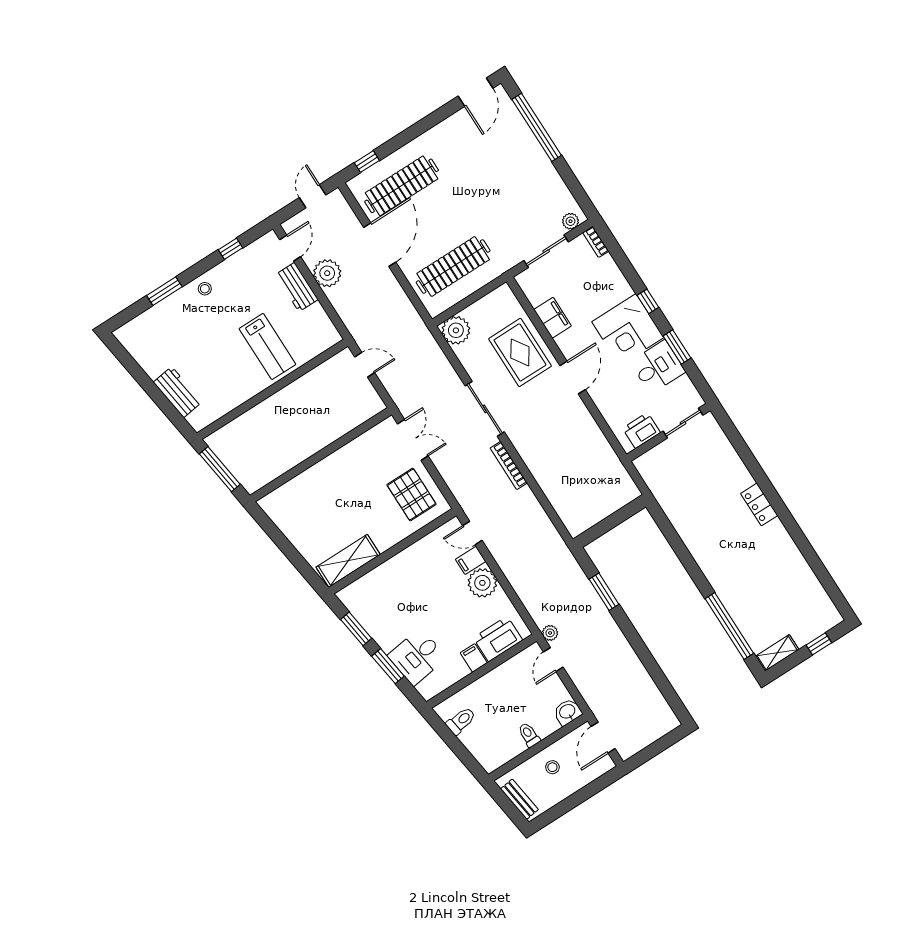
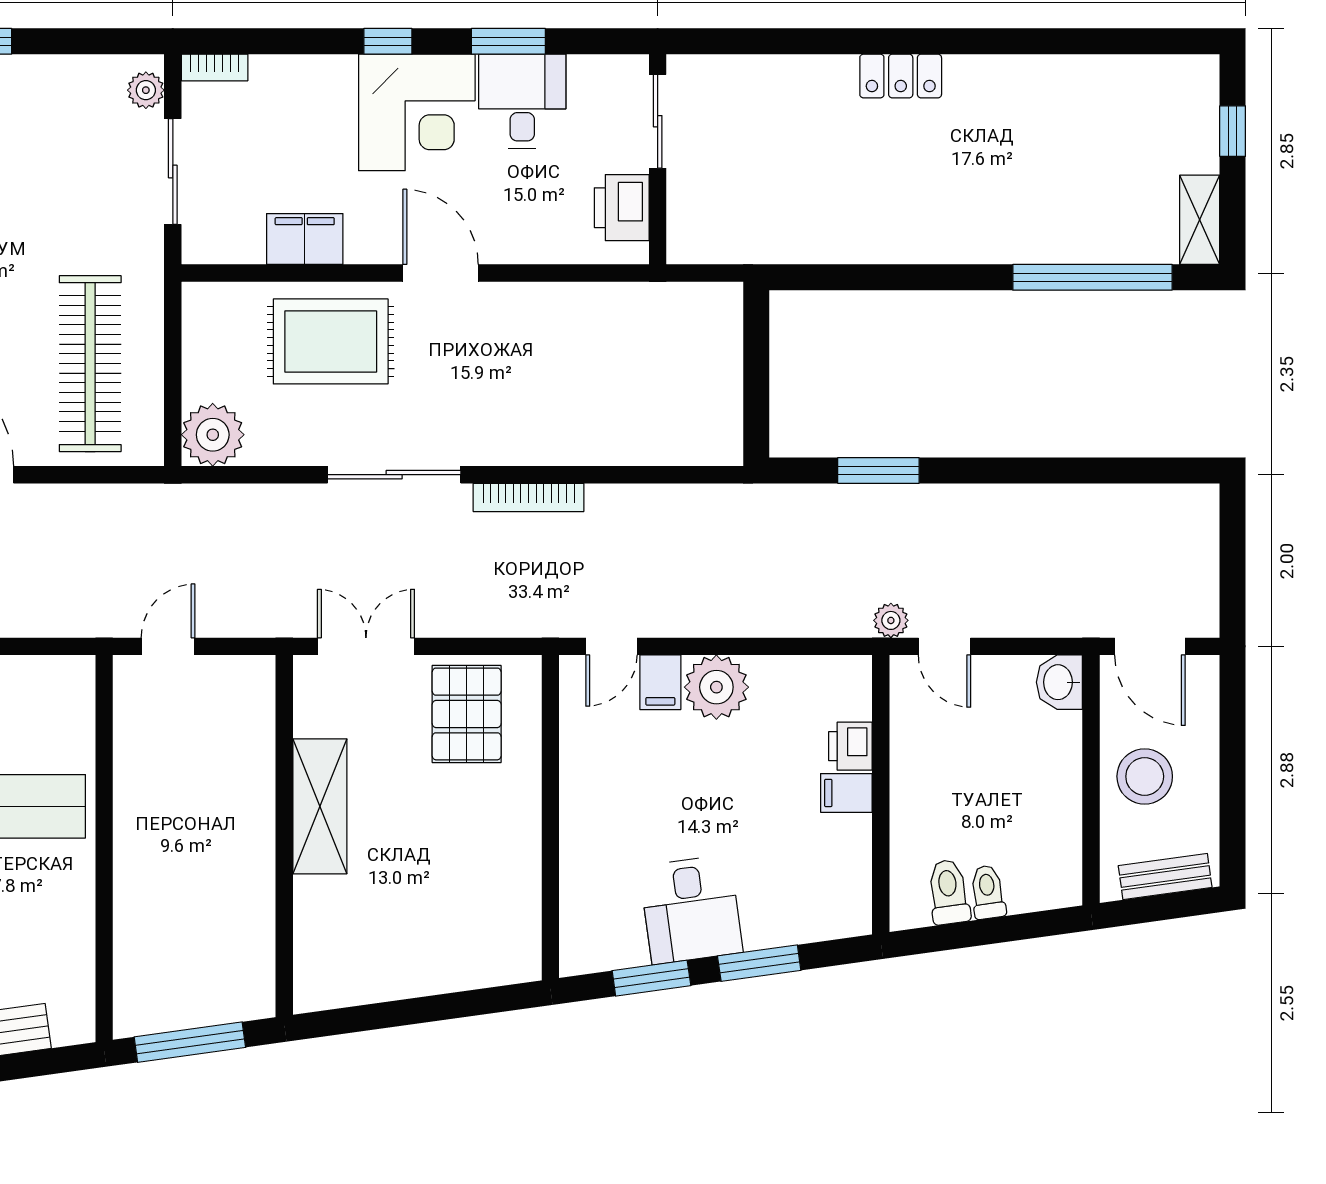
pallet: (412, 495) -> (467, 714), turned 90
shelving: (348, 561) -> (320, 806), moved
printer: (498, 639) -> (850, 746), width x0.53, depth x0.68
desk: (417, 657) -> (691, 909), moved
toilet: (529, 735) -> (988, 892), moved, turned 82
stool: (552, 767) -> (1145, 776), width x1.89, depth x1.89

